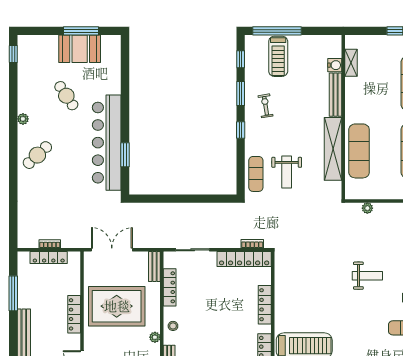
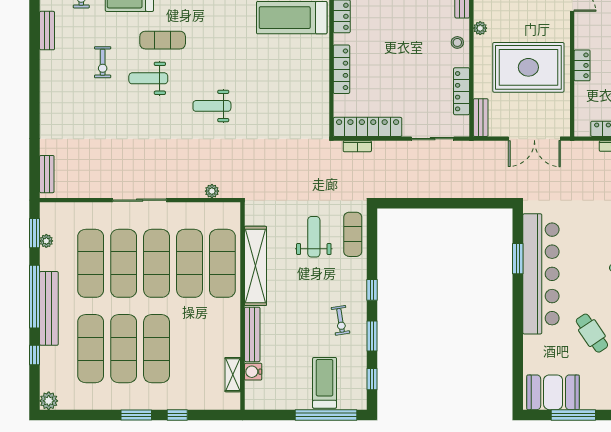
booth: (80, 49) -> (553, 392), moved
exercise mat: (385, 151) -> (189, 263), added
locker: (74, 314) -> (582, 65), width x0.66

